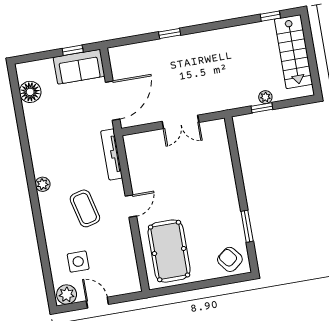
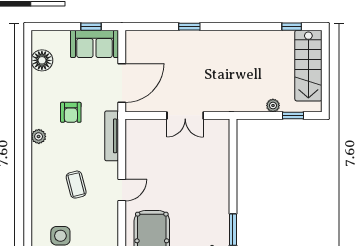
window: (262, 108) -> (293, 115), moved
armchair: (67, 138) -> (71, 112), added
plant: (43, 184) -> (39, 136), moved
coffee table: (85, 208) -> (76, 185), width x0.73, depth x0.77

